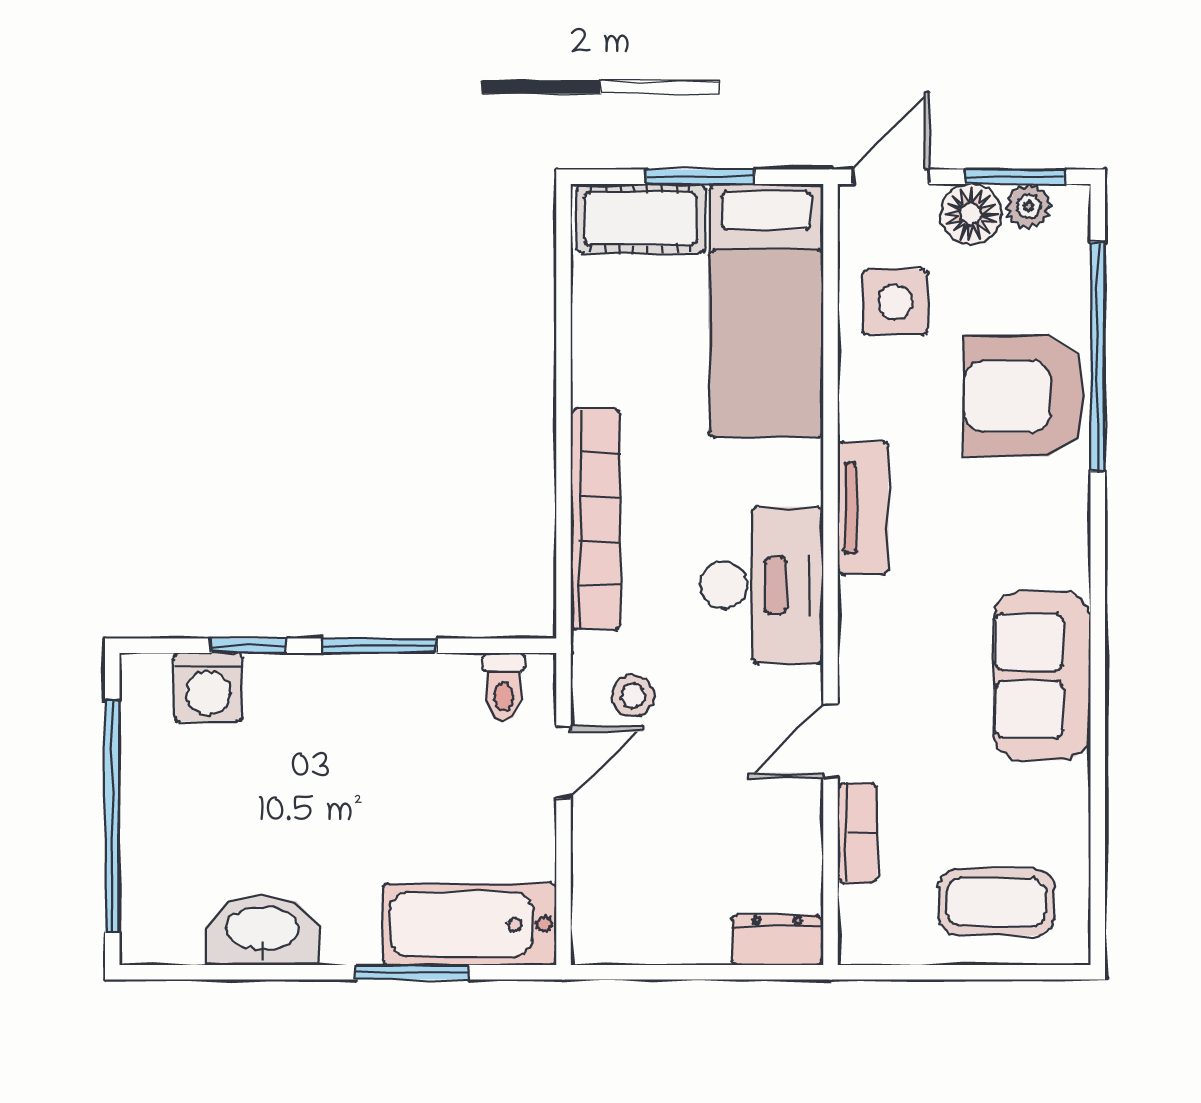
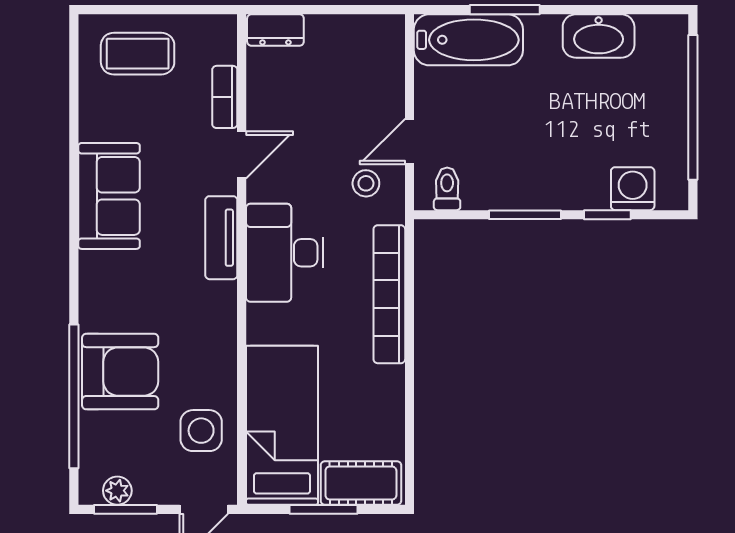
floor lamp: (971, 214) -> (154, 486), removed
tv unit: (863, 508) -> (221, 238), moved

